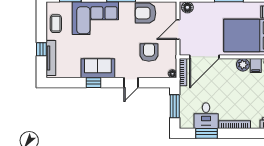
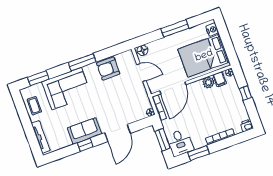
door: (178, 30) -> (141, 73), swing flipped
window: (41, 49) -> (30, 132), removed
armchair: (149, 52) -> (124, 101), removed
door: (131, 83) -> (118, 133), width x1.88
desk: (206, 116) -> (180, 143), moved

